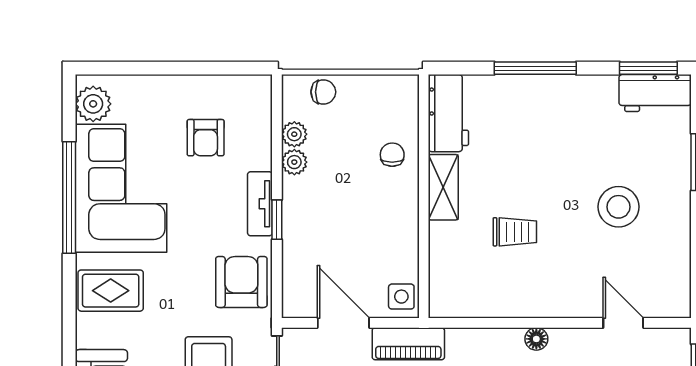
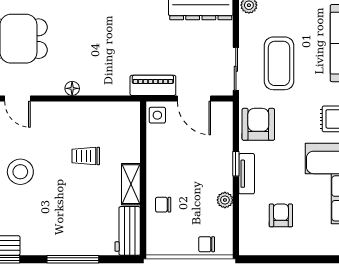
plant: (294, 134) -> (225, 218), removed
chair: (392, 155) -> (163, 205), turned 90
armchair: (241, 282) -> (258, 124), turned 180

